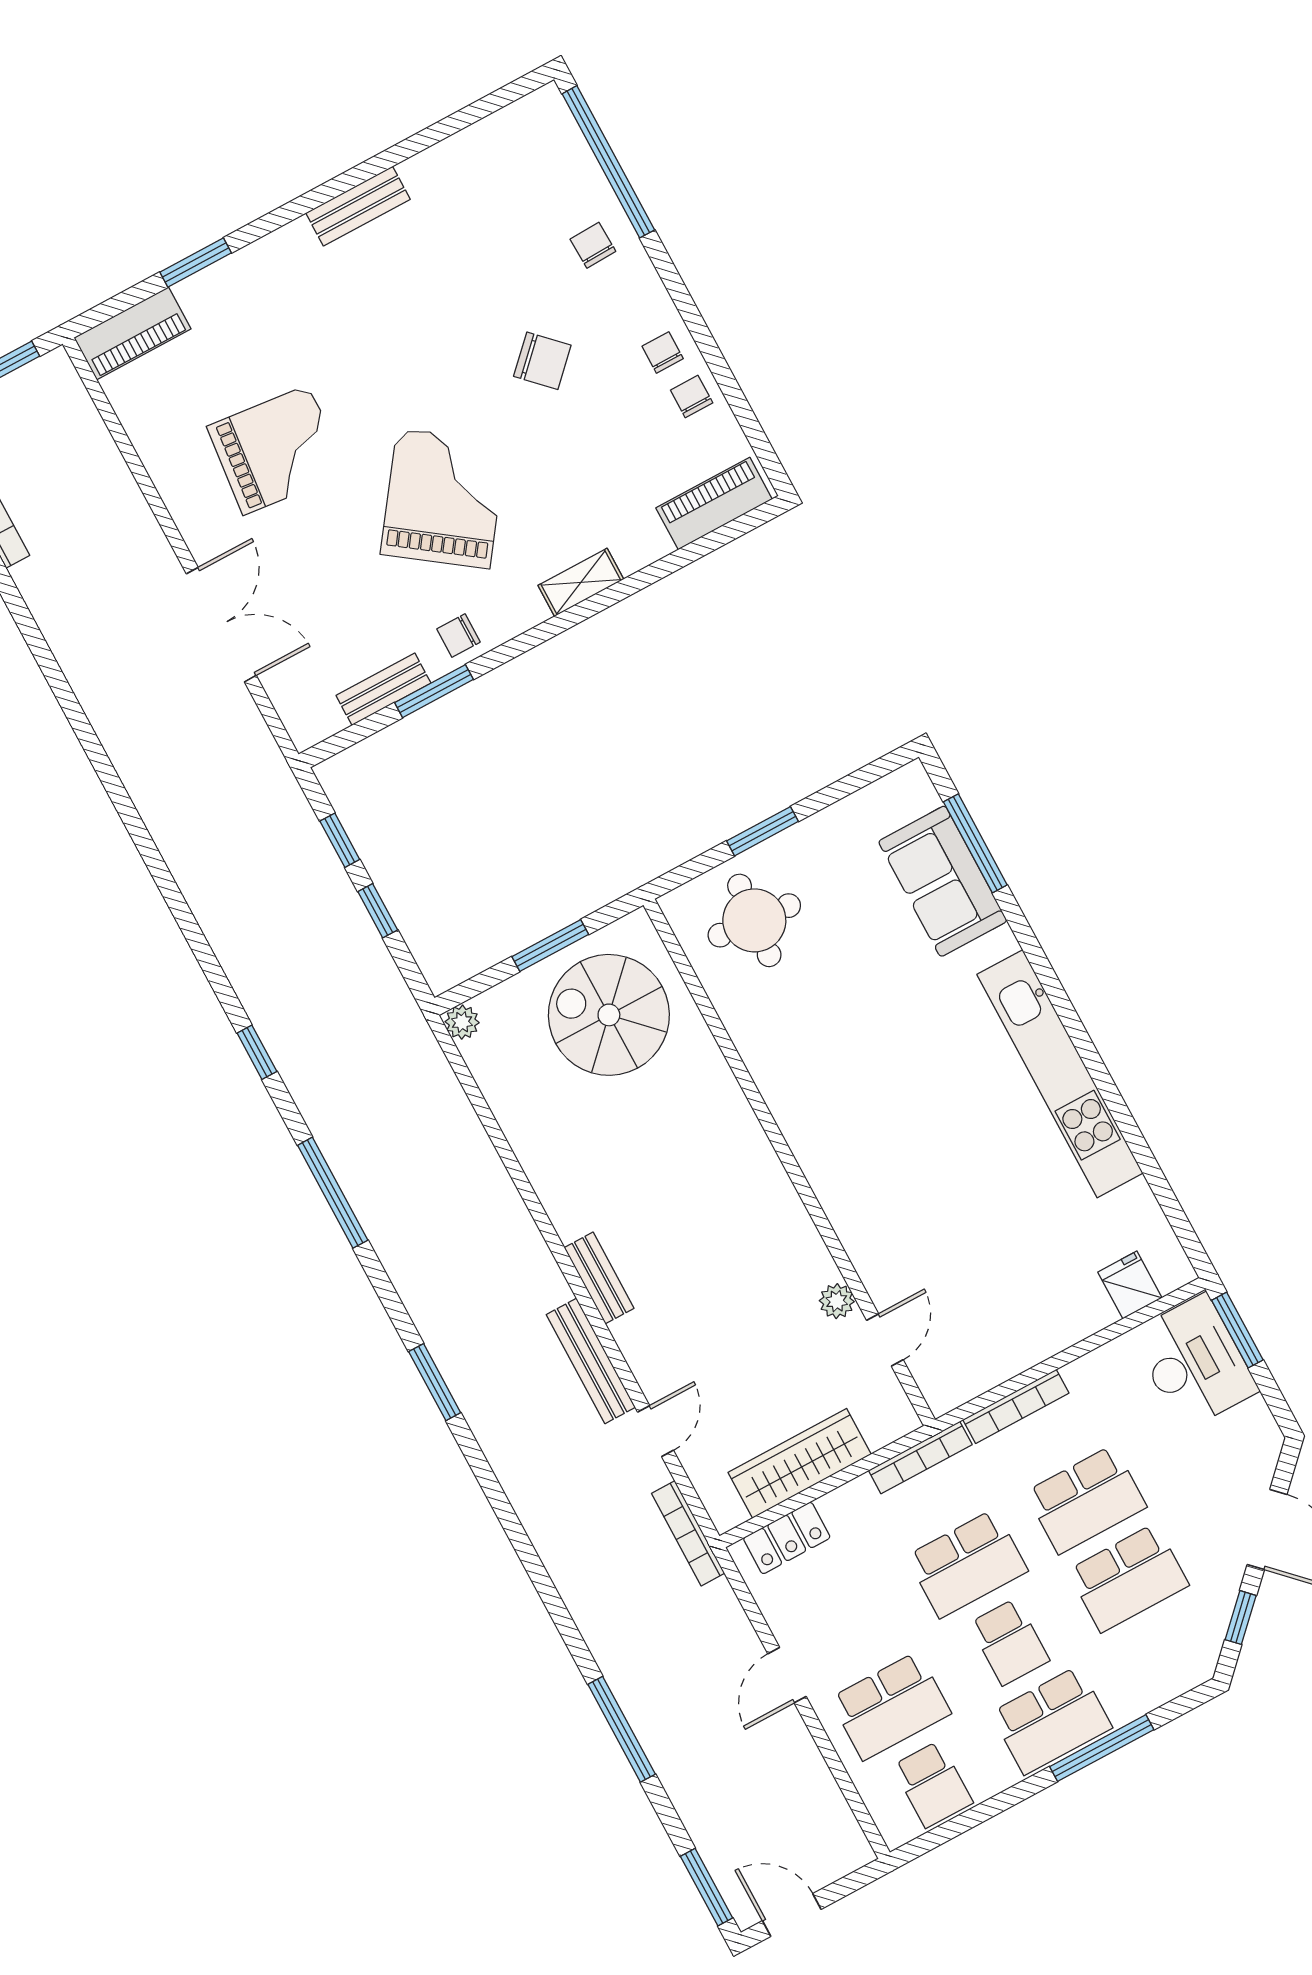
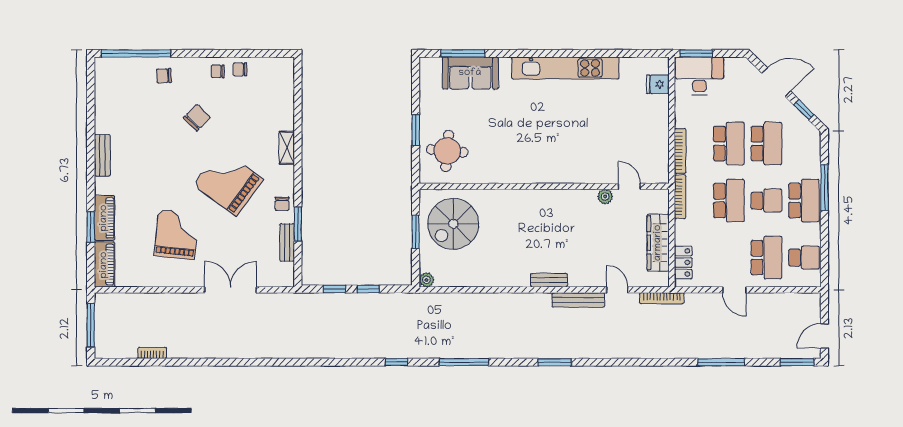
piano: (714, 504) -> (104, 218), moved, turned 180

